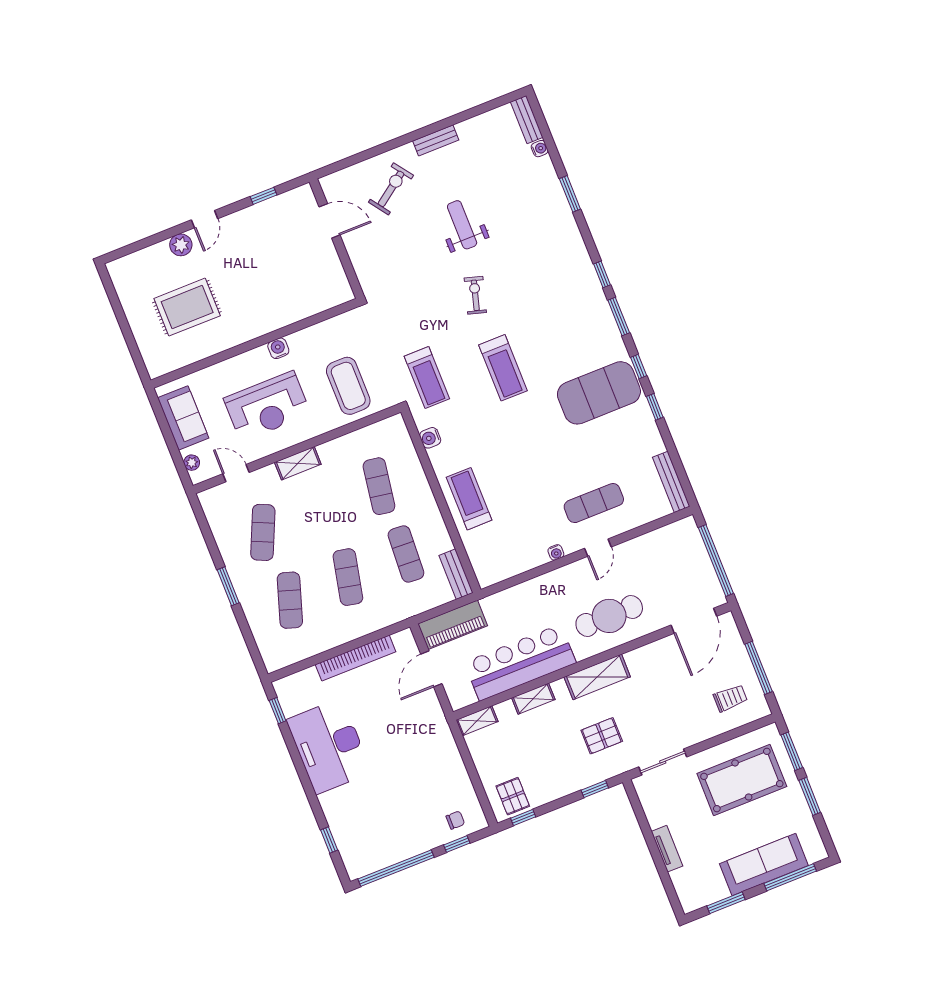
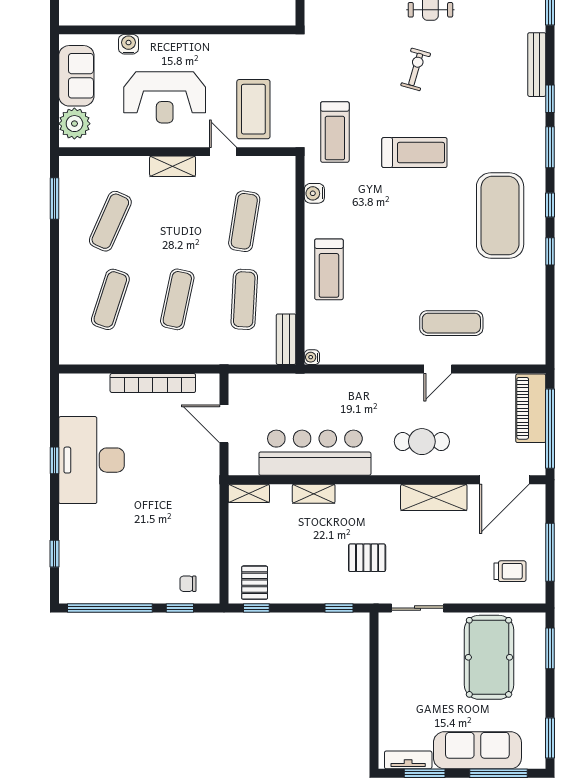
water cooler: (278, 348) -> (129, 44), moved
treadmill: (503, 368) -> (414, 153), turned -90
exercise mat: (599, 393) -> (500, 216), turned 90
plant: (192, 463) -> (74, 124), width x1.87, depth x1.87
door: (236, 473) -> (223, 152), moved
bench: (671, 482) -> (537, 65), moved
treadmill: (469, 499) -> (329, 269), turned 180
water cooler: (556, 552) -> (312, 357), moved, turned 90
window: (228, 586) -> (54, 199), moved
cafe table: (609, 616) -> (422, 442), width x0.73, depth x0.74
piano: (453, 625) -> (531, 408), moved, turned 90
door: (431, 669) -> (224, 424), hinge flipped
shelving: (597, 677) -> (434, 497), moved
window: (278, 711) -> (54, 460), moved
pool table: (742, 780) -> (489, 657), turned 90
window: (810, 796) -> (550, 738), moved
chair: (455, 820) -> (188, 584), turned 180
tv unit: (667, 849) -> (408, 760), moved, turned -90

